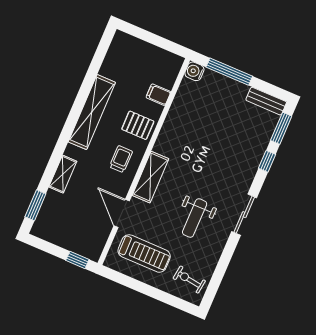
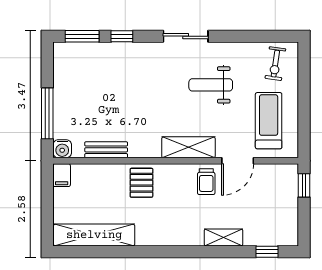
filing cabinet: (158, 95) -> (62, 175), moved
bench: (266, 101) -> (106, 150), moved, turned 90
shelving: (92, 112) -> (94, 235), moved
trolley: (121, 159) -> (206, 182), moved, turned -90
window: (35, 205) -> (267, 252), width x0.67
weight bench: (195, 218) -> (211, 85), turned 180

